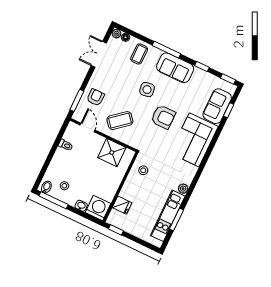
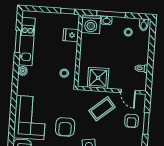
window: (77, 100) -> (146, 124), moved
armchair: (163, 117) -> (65, 127), turned -90
window: (54, 200) -> (111, 14), moved

